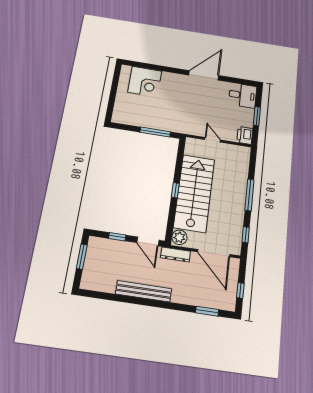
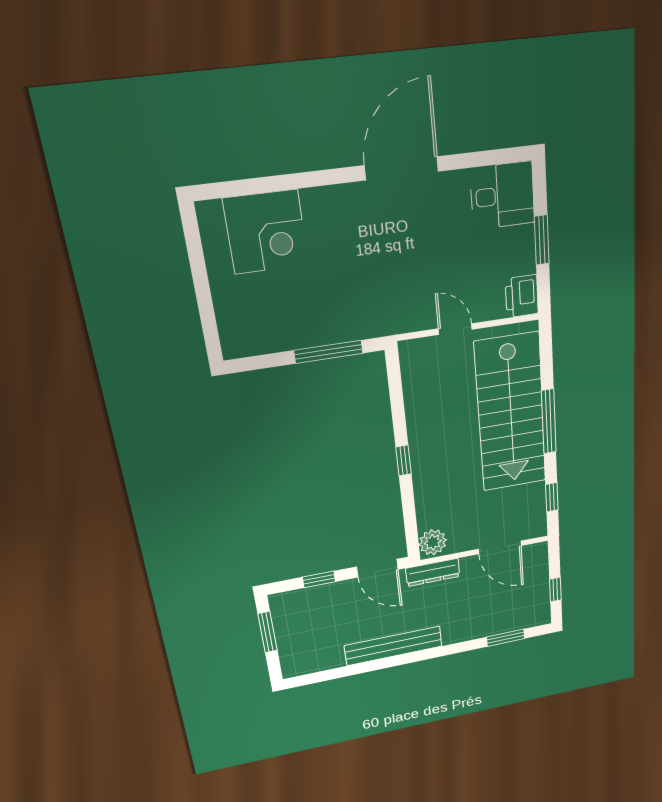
stairs: (194, 193) -> (511, 413), moved, turned 180
door: (214, 253) -> (500, 547), width x0.73

